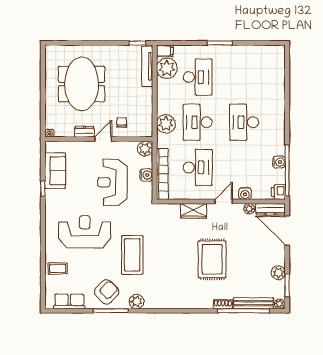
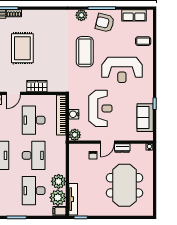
plant: (166, 124) -> (59, 181), moved
armchair: (107, 292) -> (105, 23), turned 59

